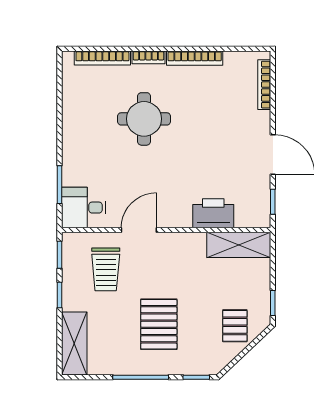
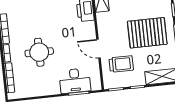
desk: (84, 208) -> (75, 81), moved, width x1.37
pallet: (159, 324) -> (147, 33), width x1.37, depth x1.41

